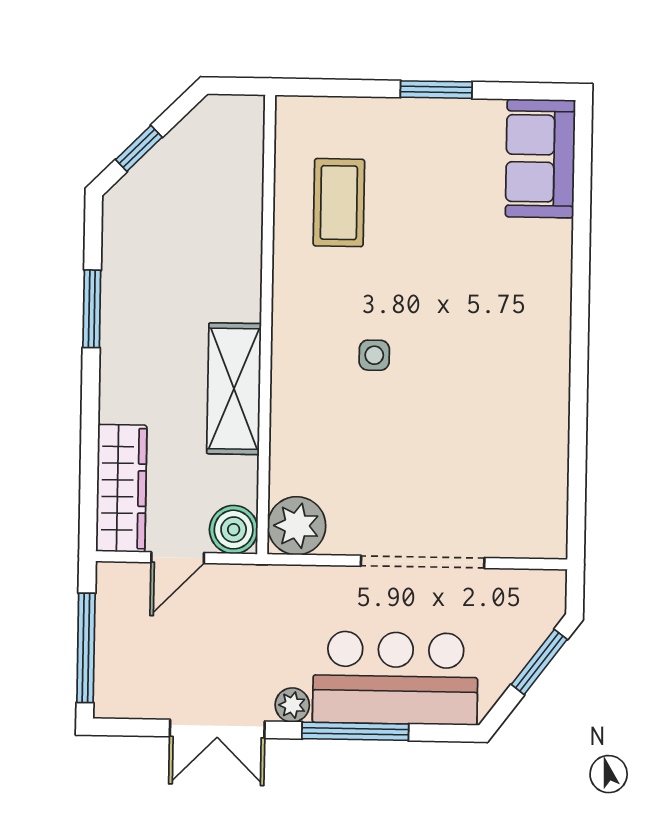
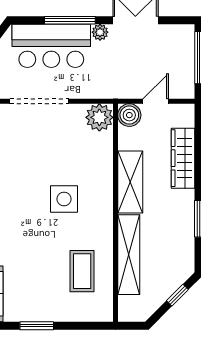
shelving: (240, 236) -> (129, 255), added
side table: (374, 355) -> (64, 199), width x1.87, depth x1.87
wardrobe: (121, 488) -> (183, 158), moved

